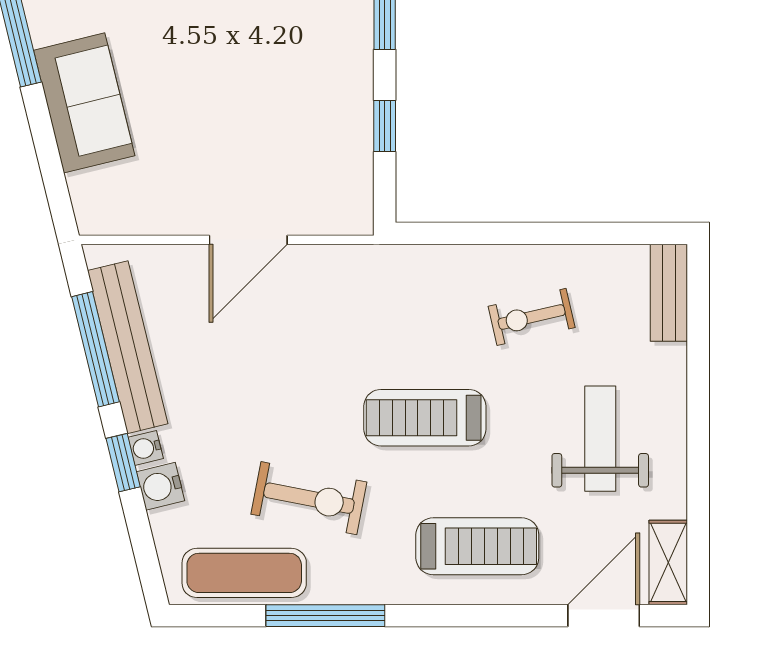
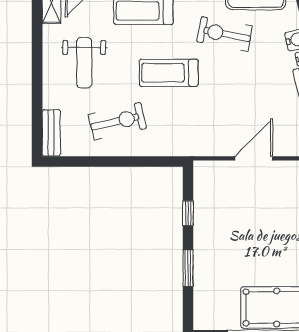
exercise bike: (532, 317) -> (117, 121), width x1.38, depth x1.39
treadmill: (425, 418) -> (169, 73), turned 180

